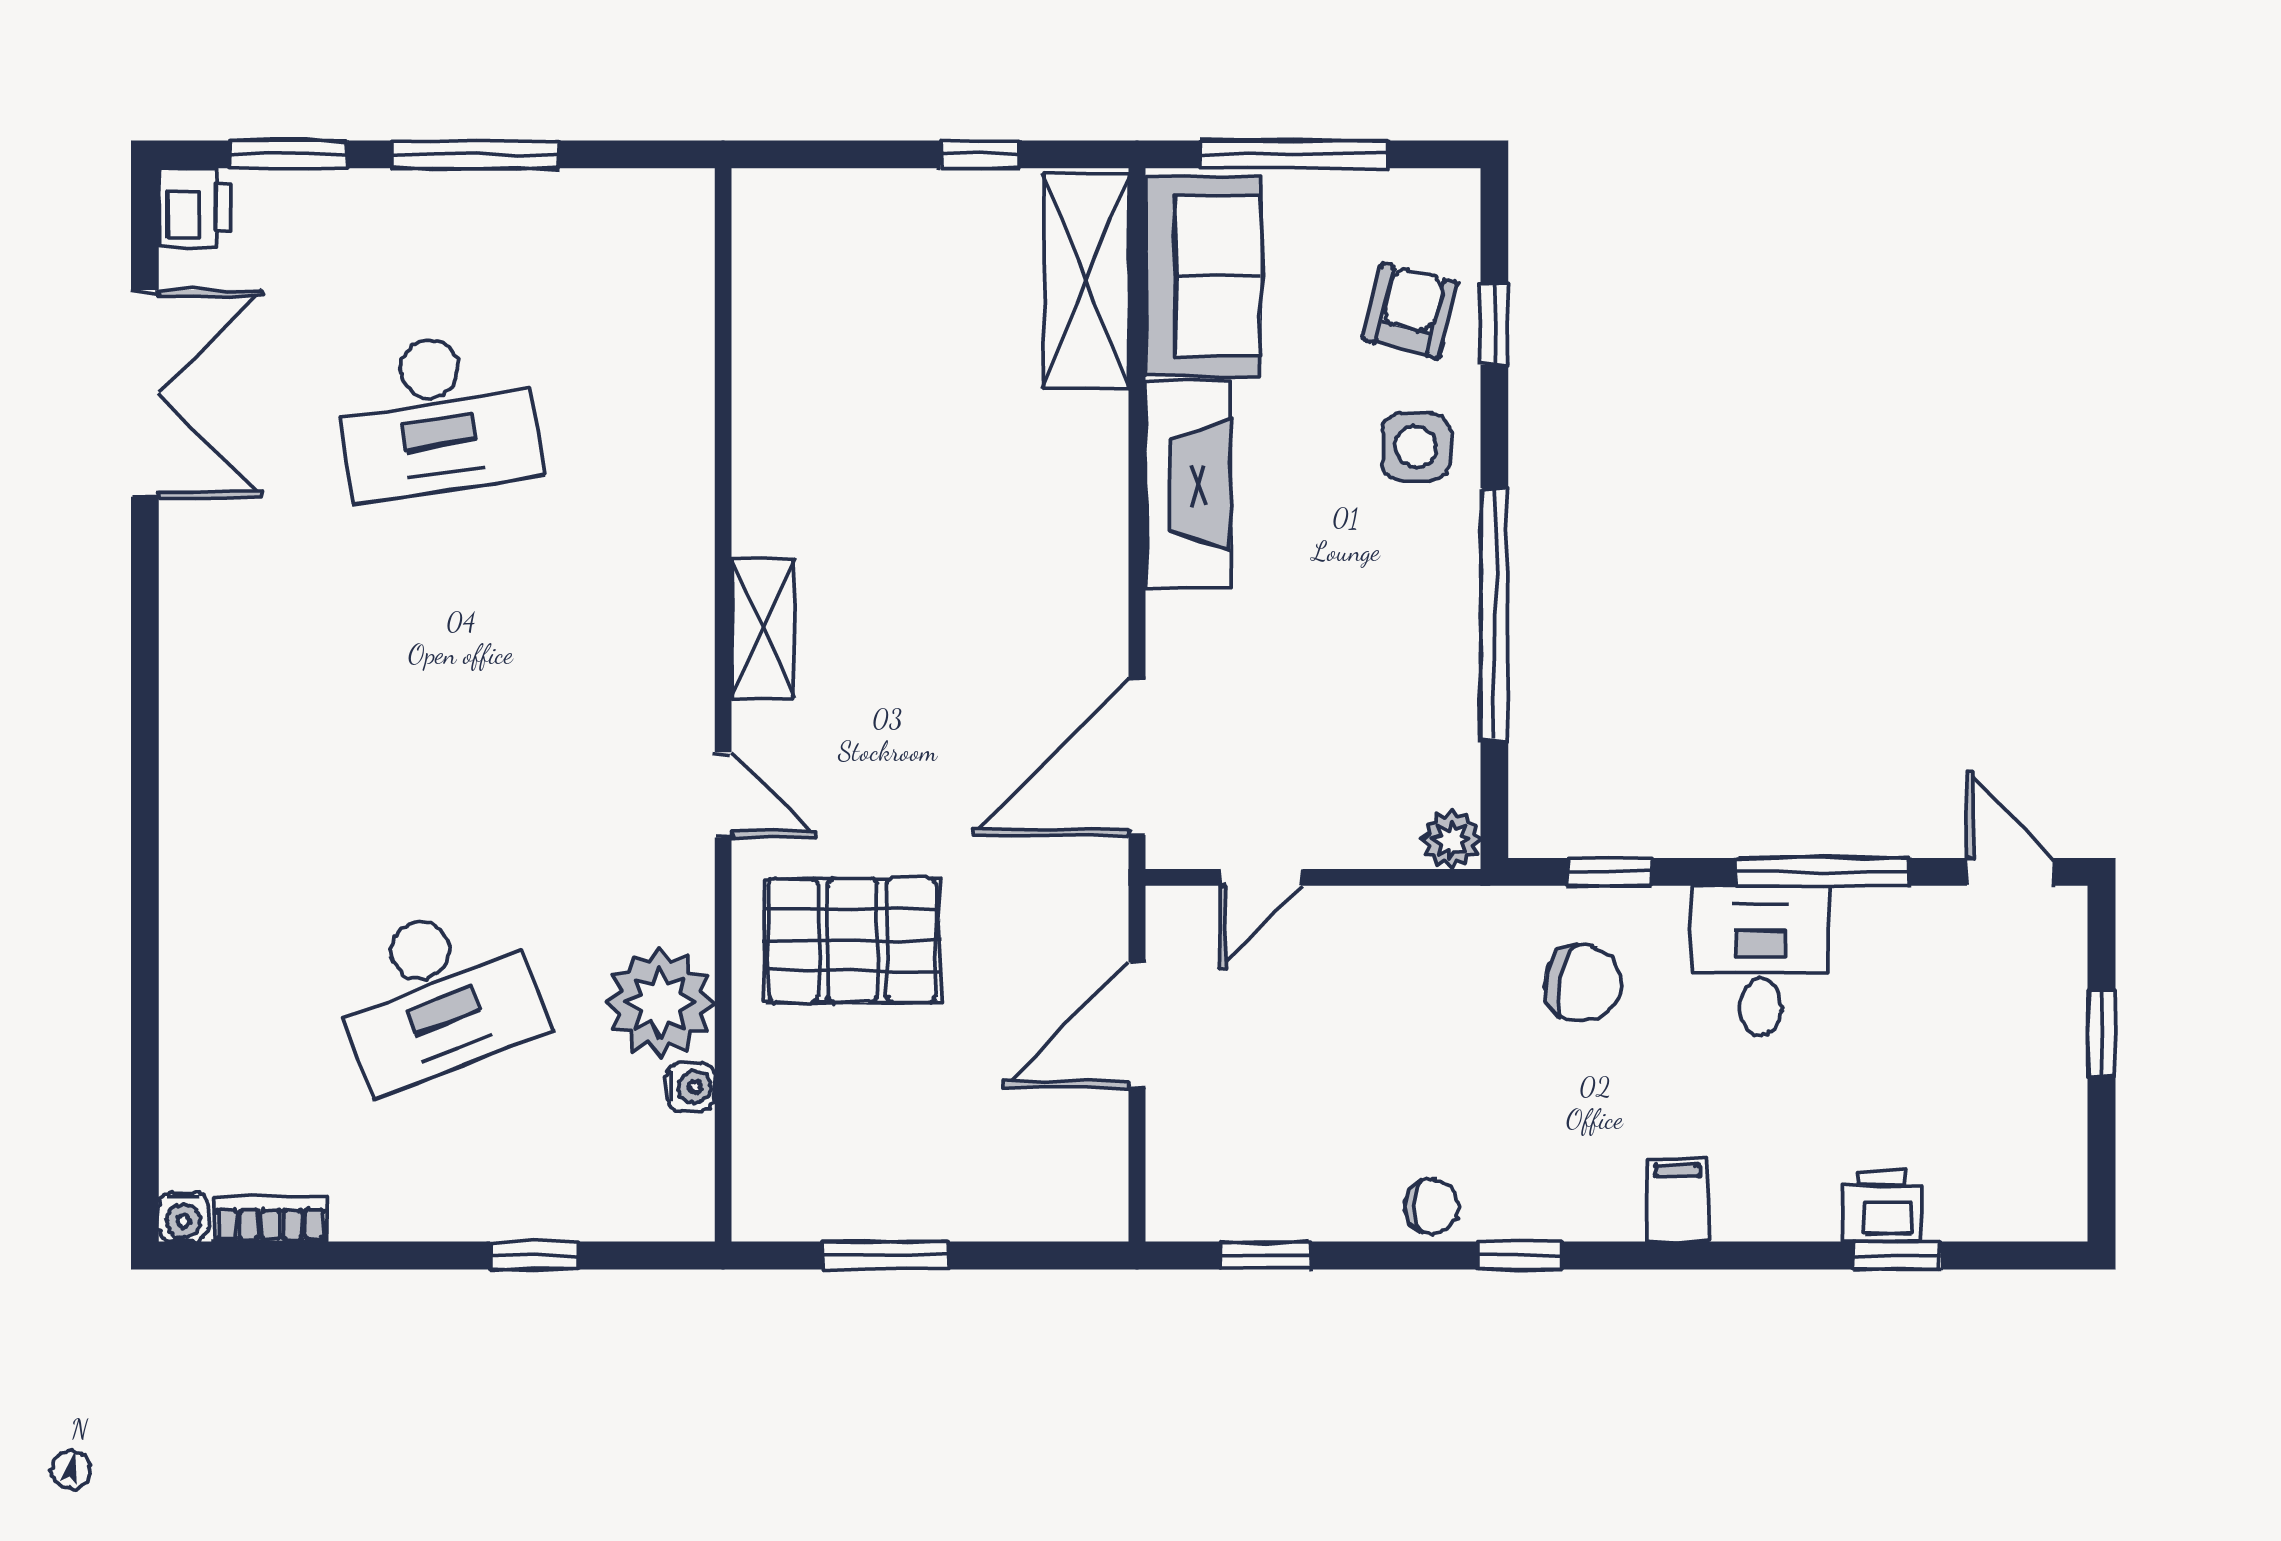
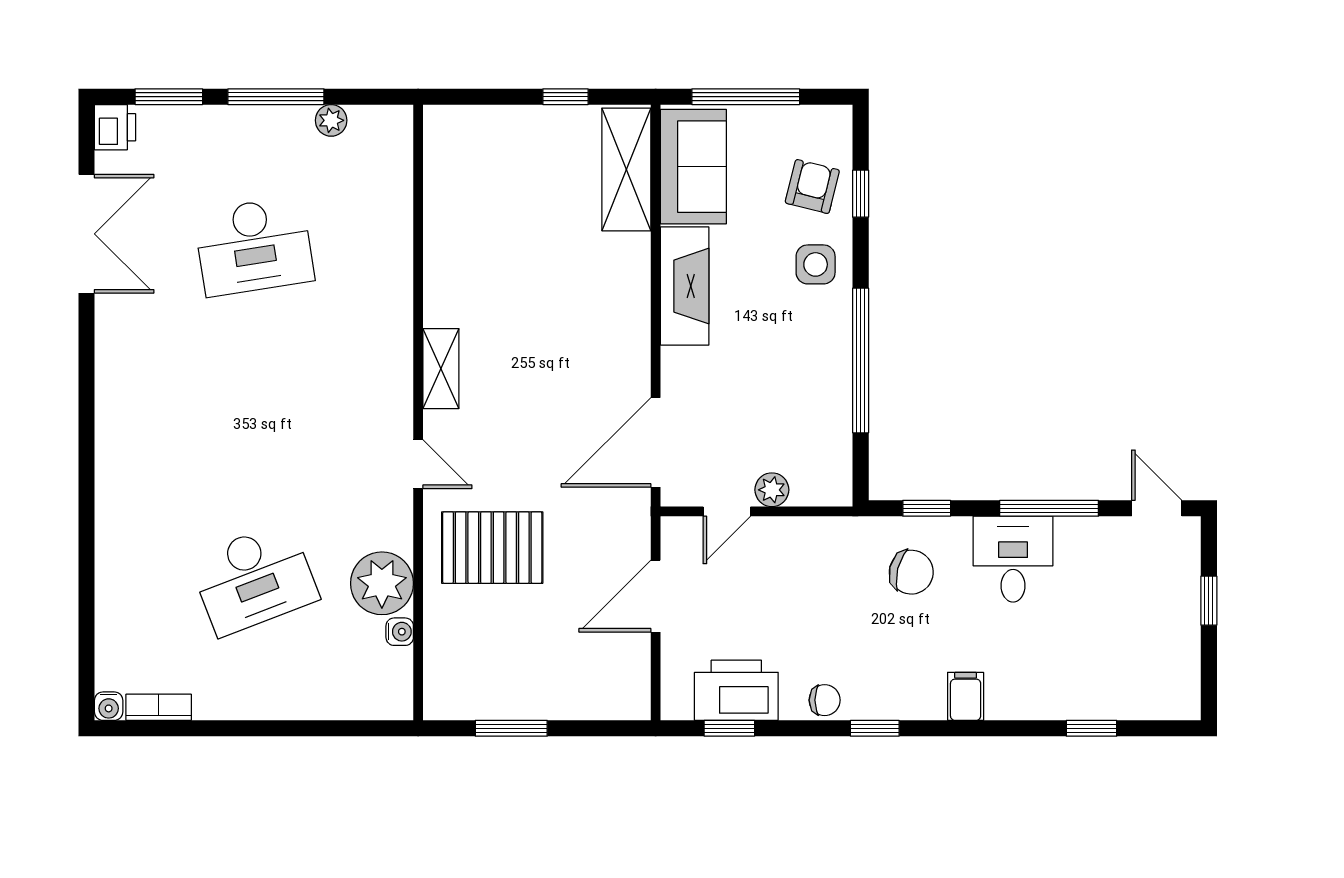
plant: (571, 196) -> (331, 120), added
plant: (1451, 840) -> (772, 490), moved
printer: (1882, 1206) -> (736, 690), moved, width x1.87, depth x1.48
window: (534, 1255) -> (310, 728), removed

